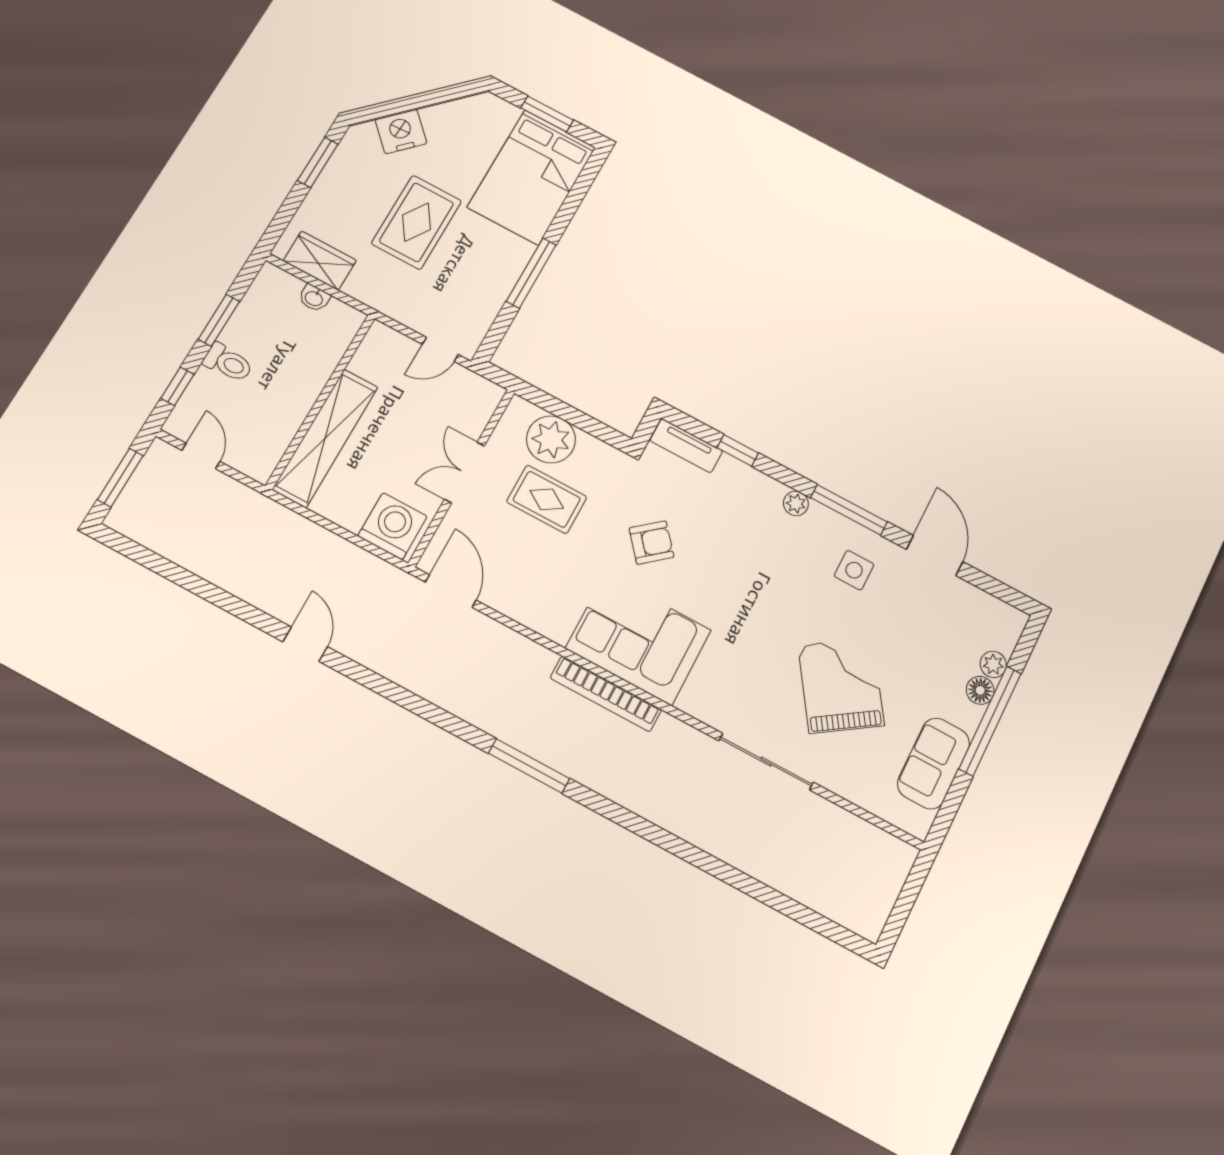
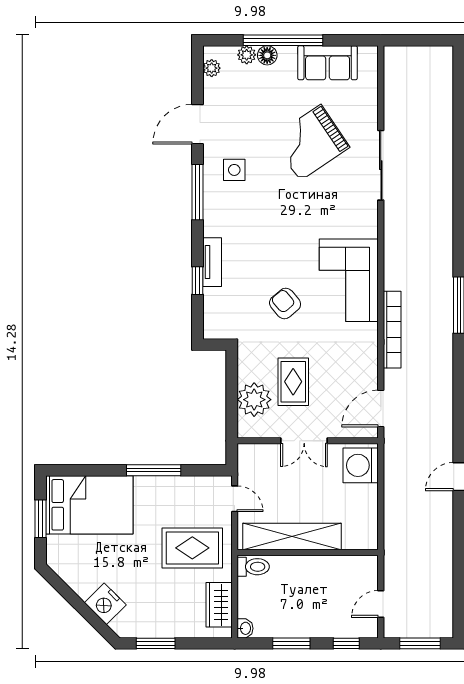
rug: (417, 222) -> (192, 548), moved
washbasin: (314, 298) -> (245, 628), moved
toilet: (228, 363) -> (253, 567), moved, turned 90
shelving: (325, 438) -> (292, 536), moved
tv unit: (686, 446) -> (212, 262), moved
plant: (796, 503) -> (212, 68), moved
bookcase: (606, 694) -> (392, 330), moved

